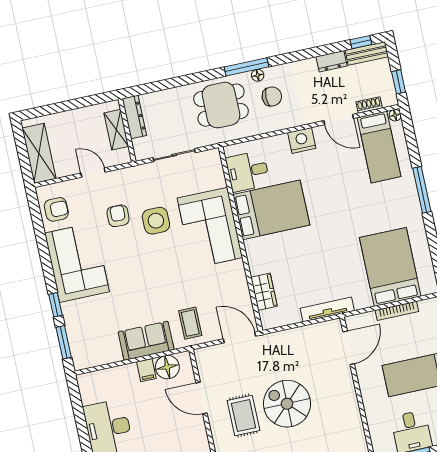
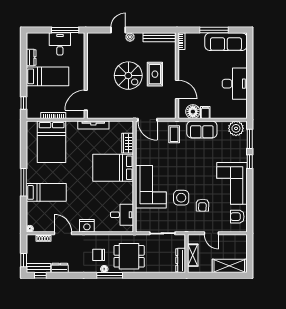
window: (399, 82) -> (24, 260), moved
bed: (379, 147) -> (46, 192), moved, turned 90
shelving: (39, 153) -> (229, 266), moved, turned 90
bed: (271, 210) -> (113, 168), moved
plant: (90, 355) -> (236, 128), added

